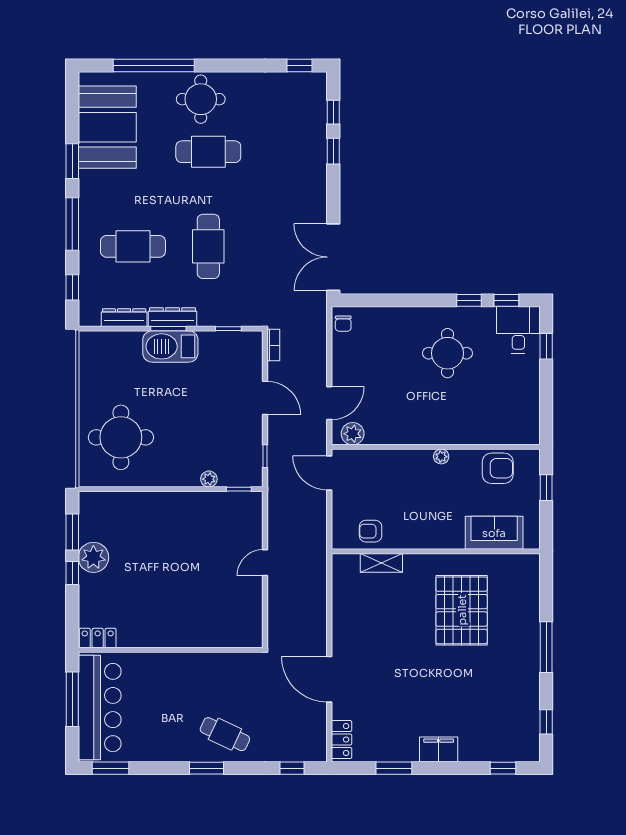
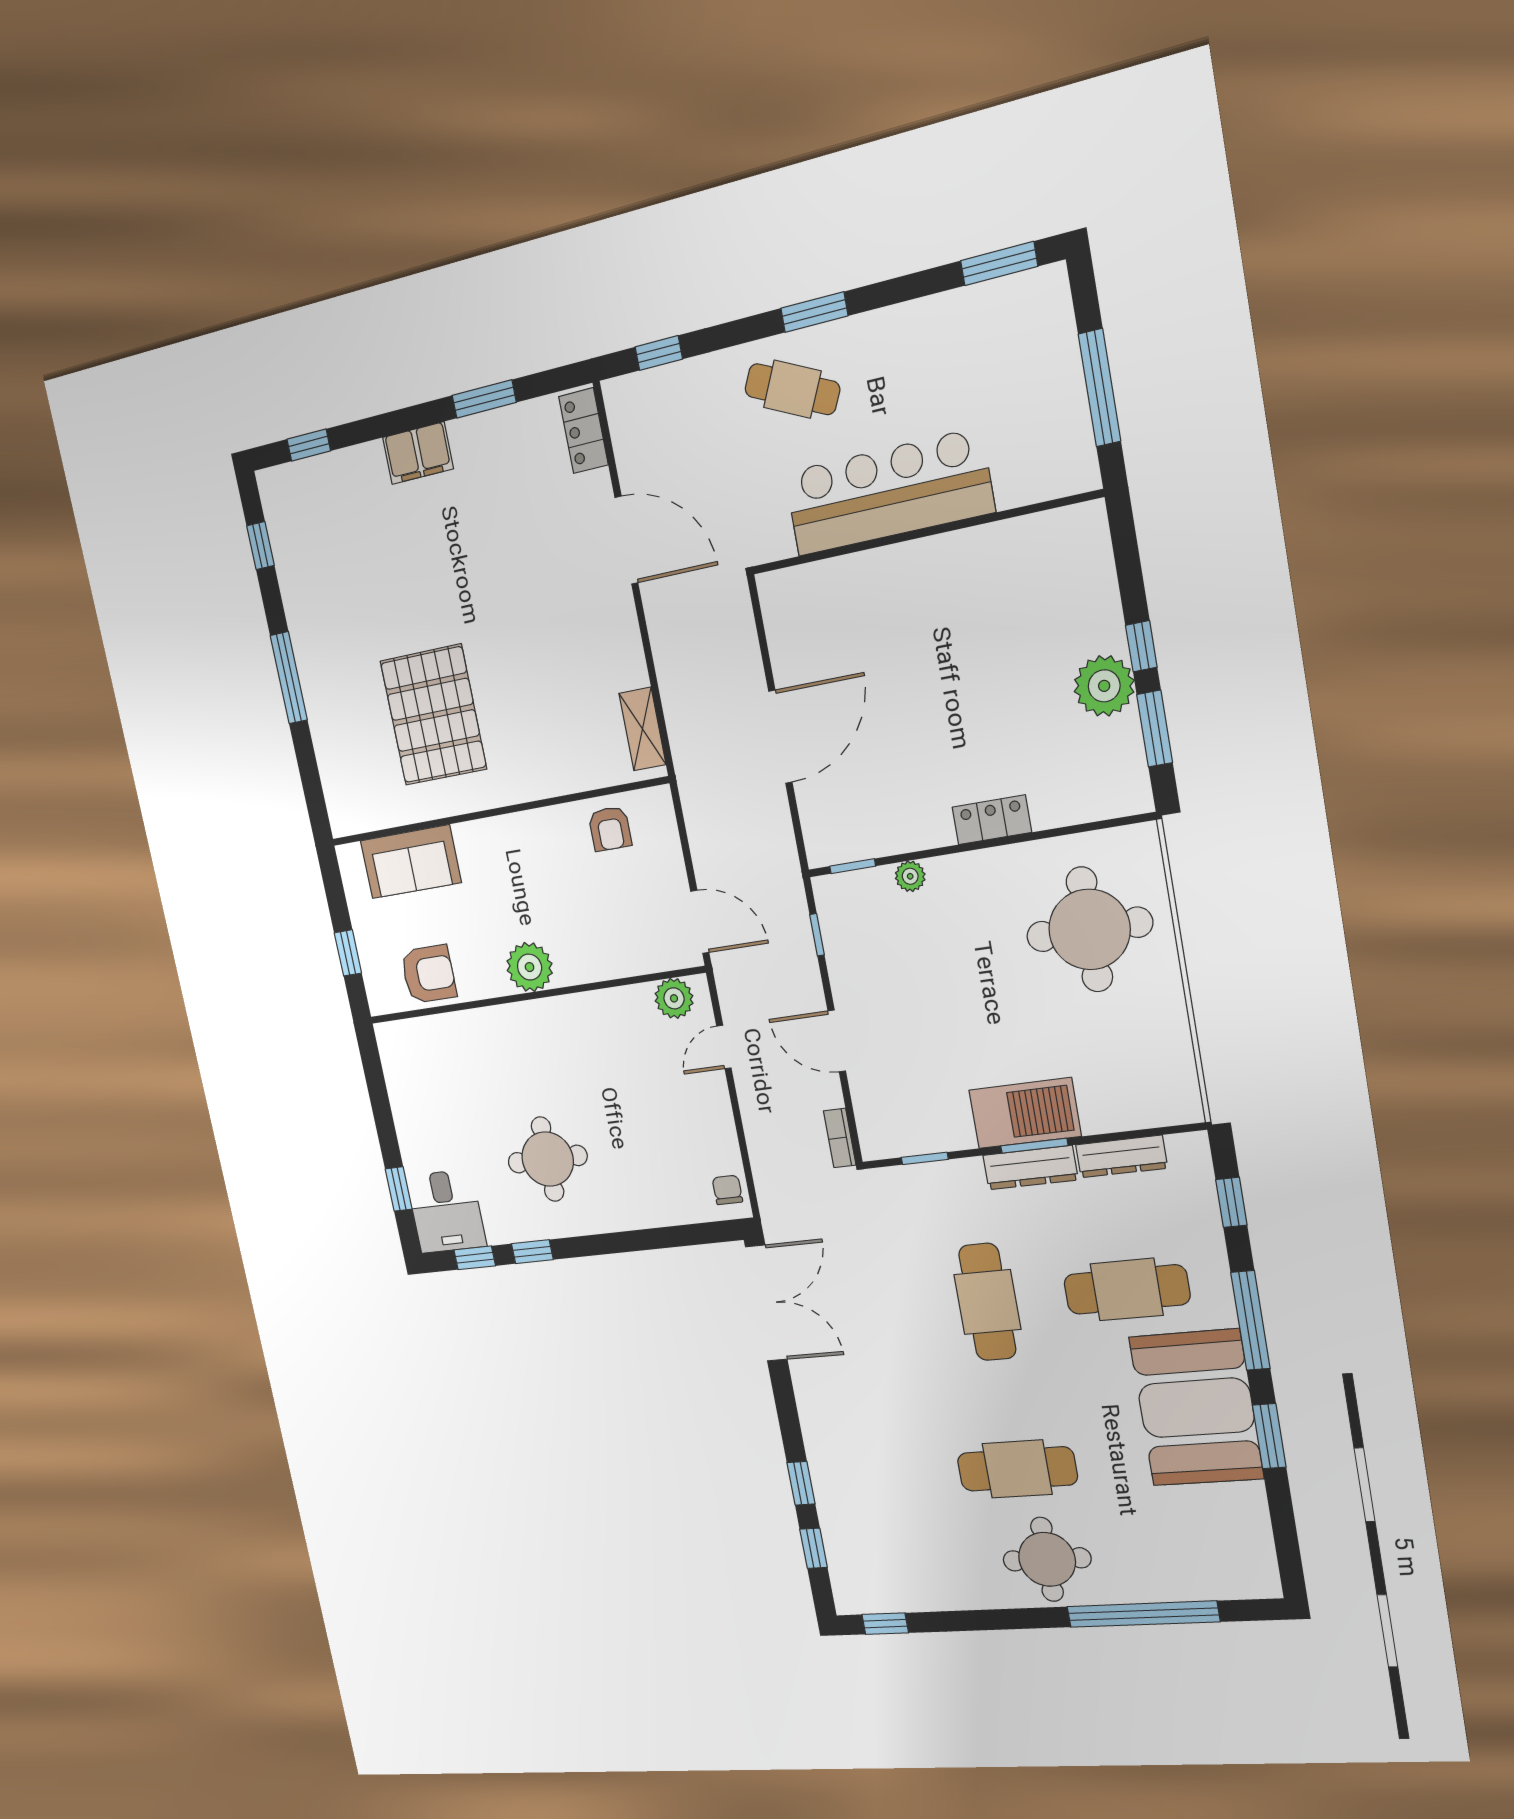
booth: (107, 127) -> (1196, 1408), moved
door: (329, 403) -> (724, 1047), width x0.73
plant: (441, 457) -> (530, 967), width x1.88, depth x1.88
armchair: (498, 468) -> (429, 974), turned 180
armchair: (371, 531) -> (610, 829), turned 90
door: (265, 563) -> (780, 737), width x1.87
shelving: (381, 563) -> (642, 729), moved, turned 90
locker: (98, 638) -> (992, 820), moved, turned 180
bar counter: (100, 708) -> (889, 492), moved, turned 90

